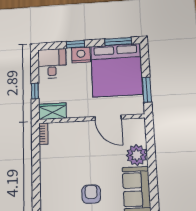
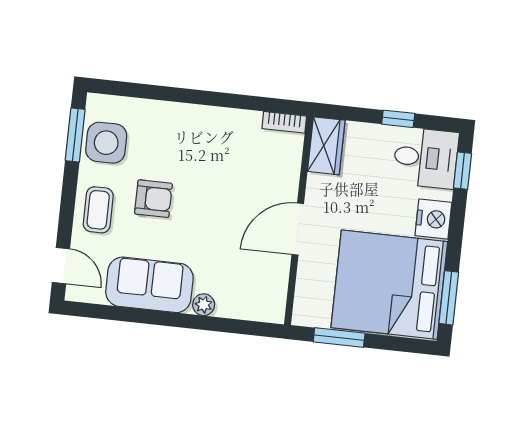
window: (75, 44) -> (463, 171), moved
window: (35, 91) -> (398, 119), moved
door: (108, 118) -> (298, 229), moved
plant: (137, 155) -> (204, 305), width x0.53, depth x0.53

